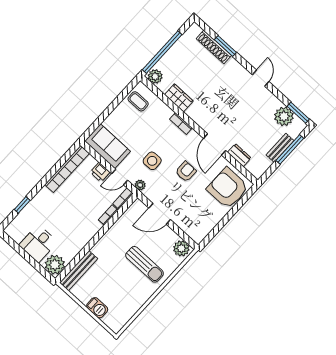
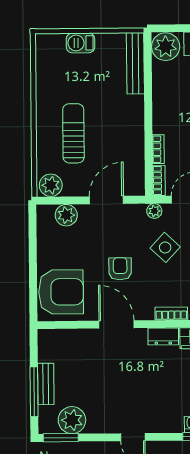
dresser: (239, 155) -> (163, 336), moved
side table: (152, 161) -> (165, 247), turned 45
armchair: (186, 172) -> (120, 269), turned 180
plant: (188, 225) -> (66, 215), added
sun lounger: (145, 264) -> (73, 133), turned 90

